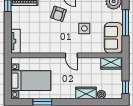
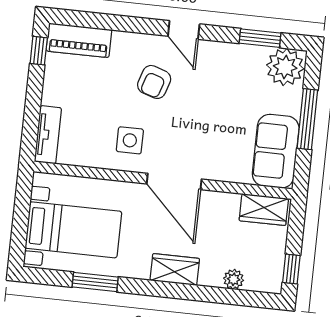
side table: (84, 28) -> (130, 140), moved
door: (71, 55) -> (174, 181), width x1.87
wardrobe: (86, 93) -> (175, 270), moved

